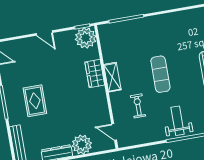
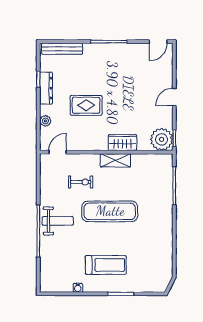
exercise mat: (160, 74) -> (110, 211), width x1.36, depth x1.45
rug: (35, 101) -> (86, 105), moved
plant: (82, 145) -> (45, 121), width x0.53, depth x0.53

